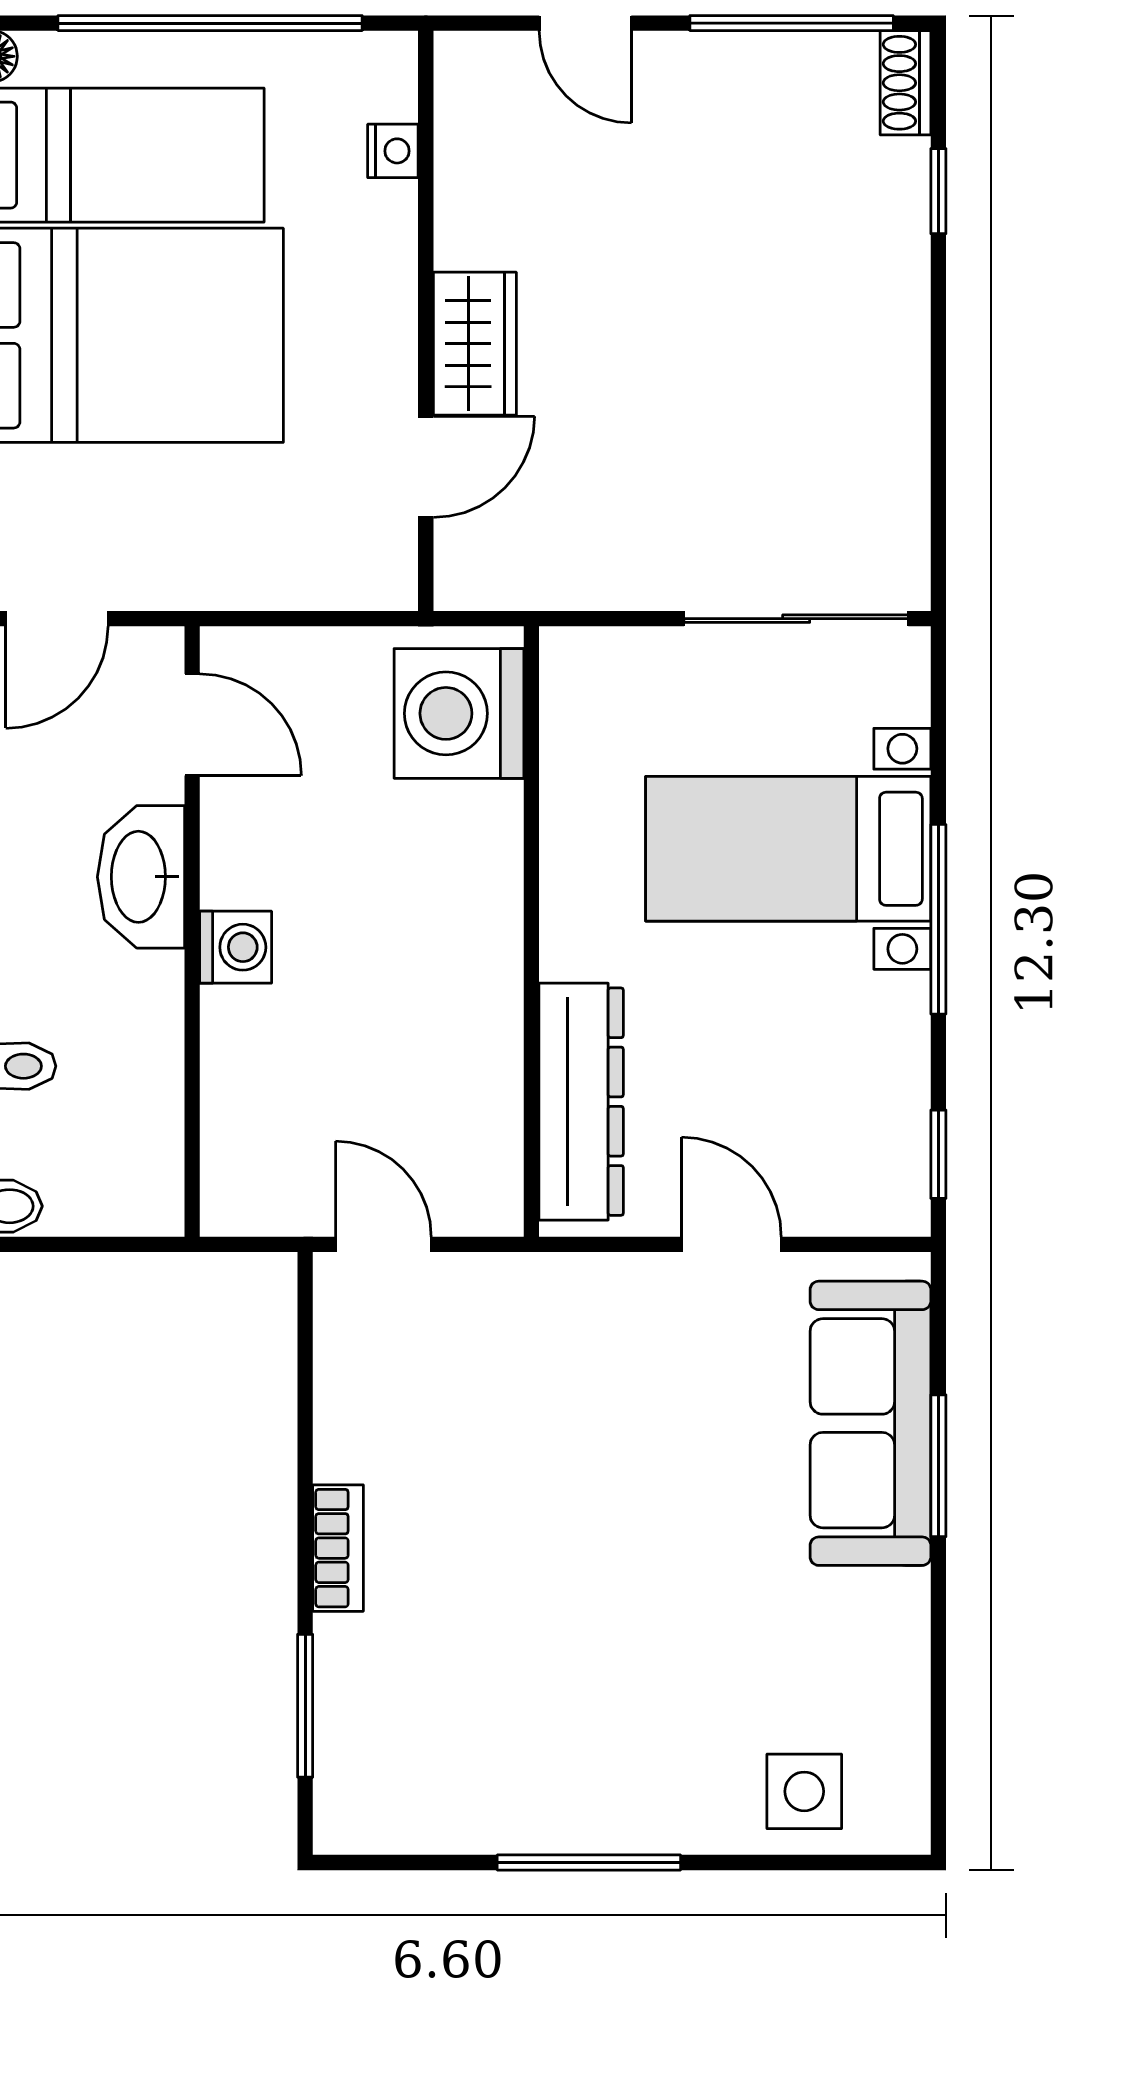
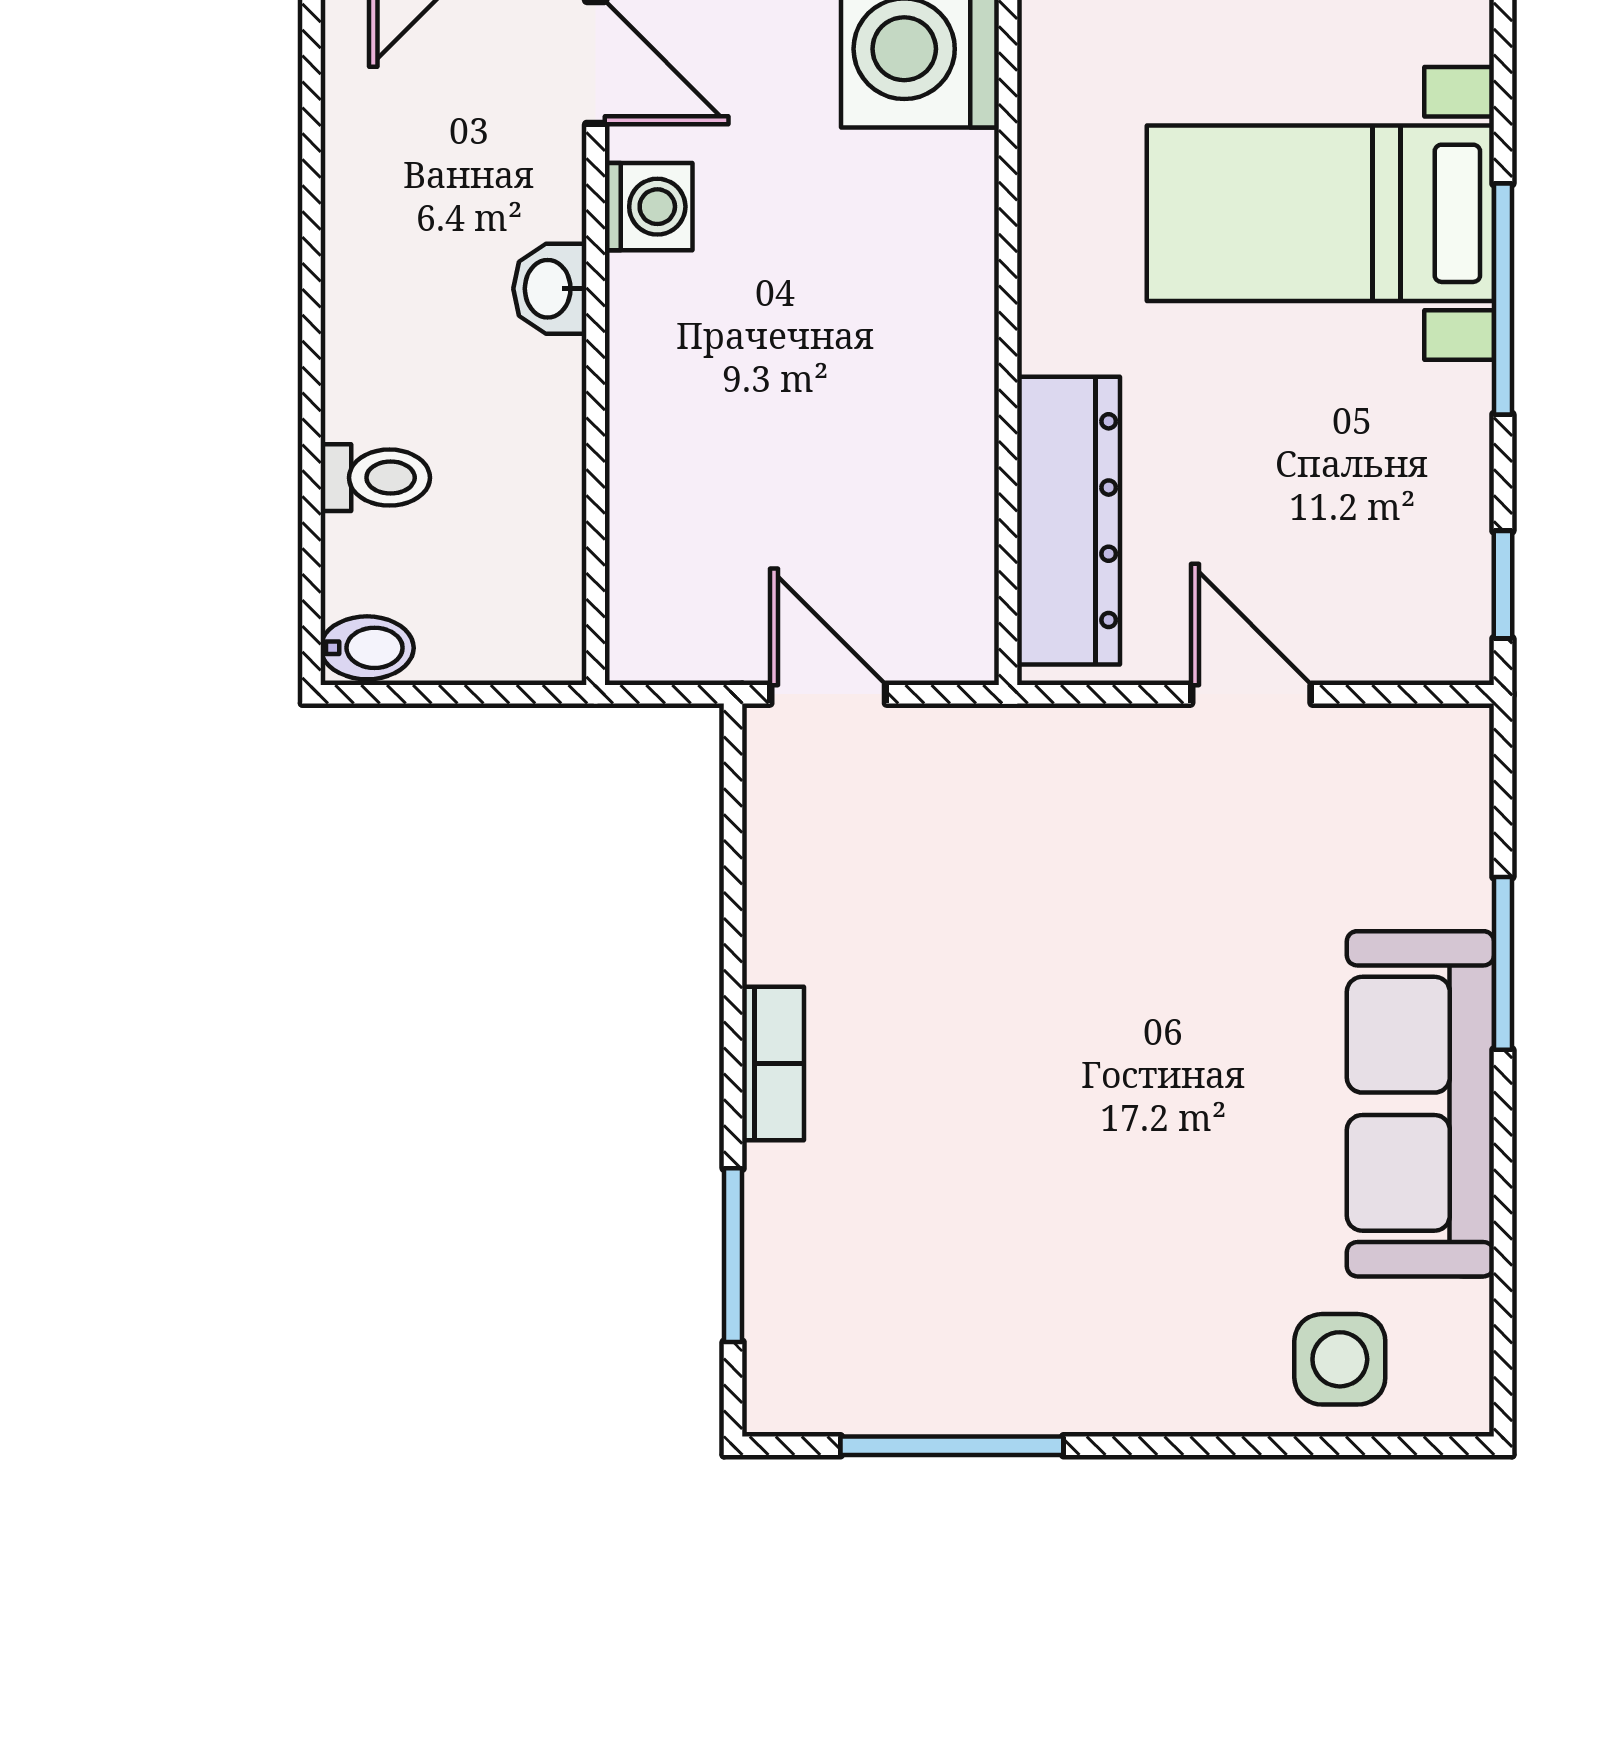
washbasin: (141, 877) -> (550, 289), width x0.52, depth x0.69
washing machine: (236, 947) -> (649, 207), moved
sofa: (870, 1423) -> (1420, 1104), moved
window: (589, 1862) -> (952, 1446), moved

